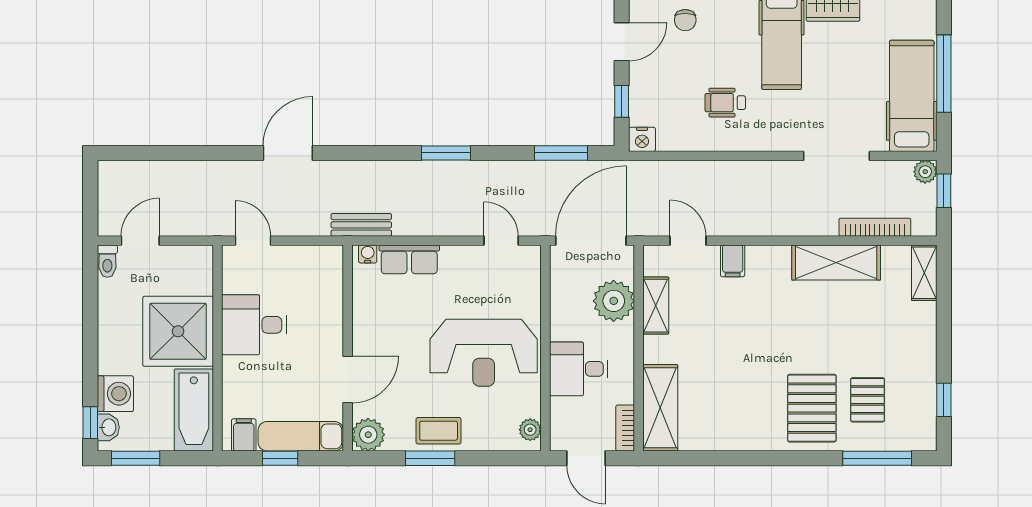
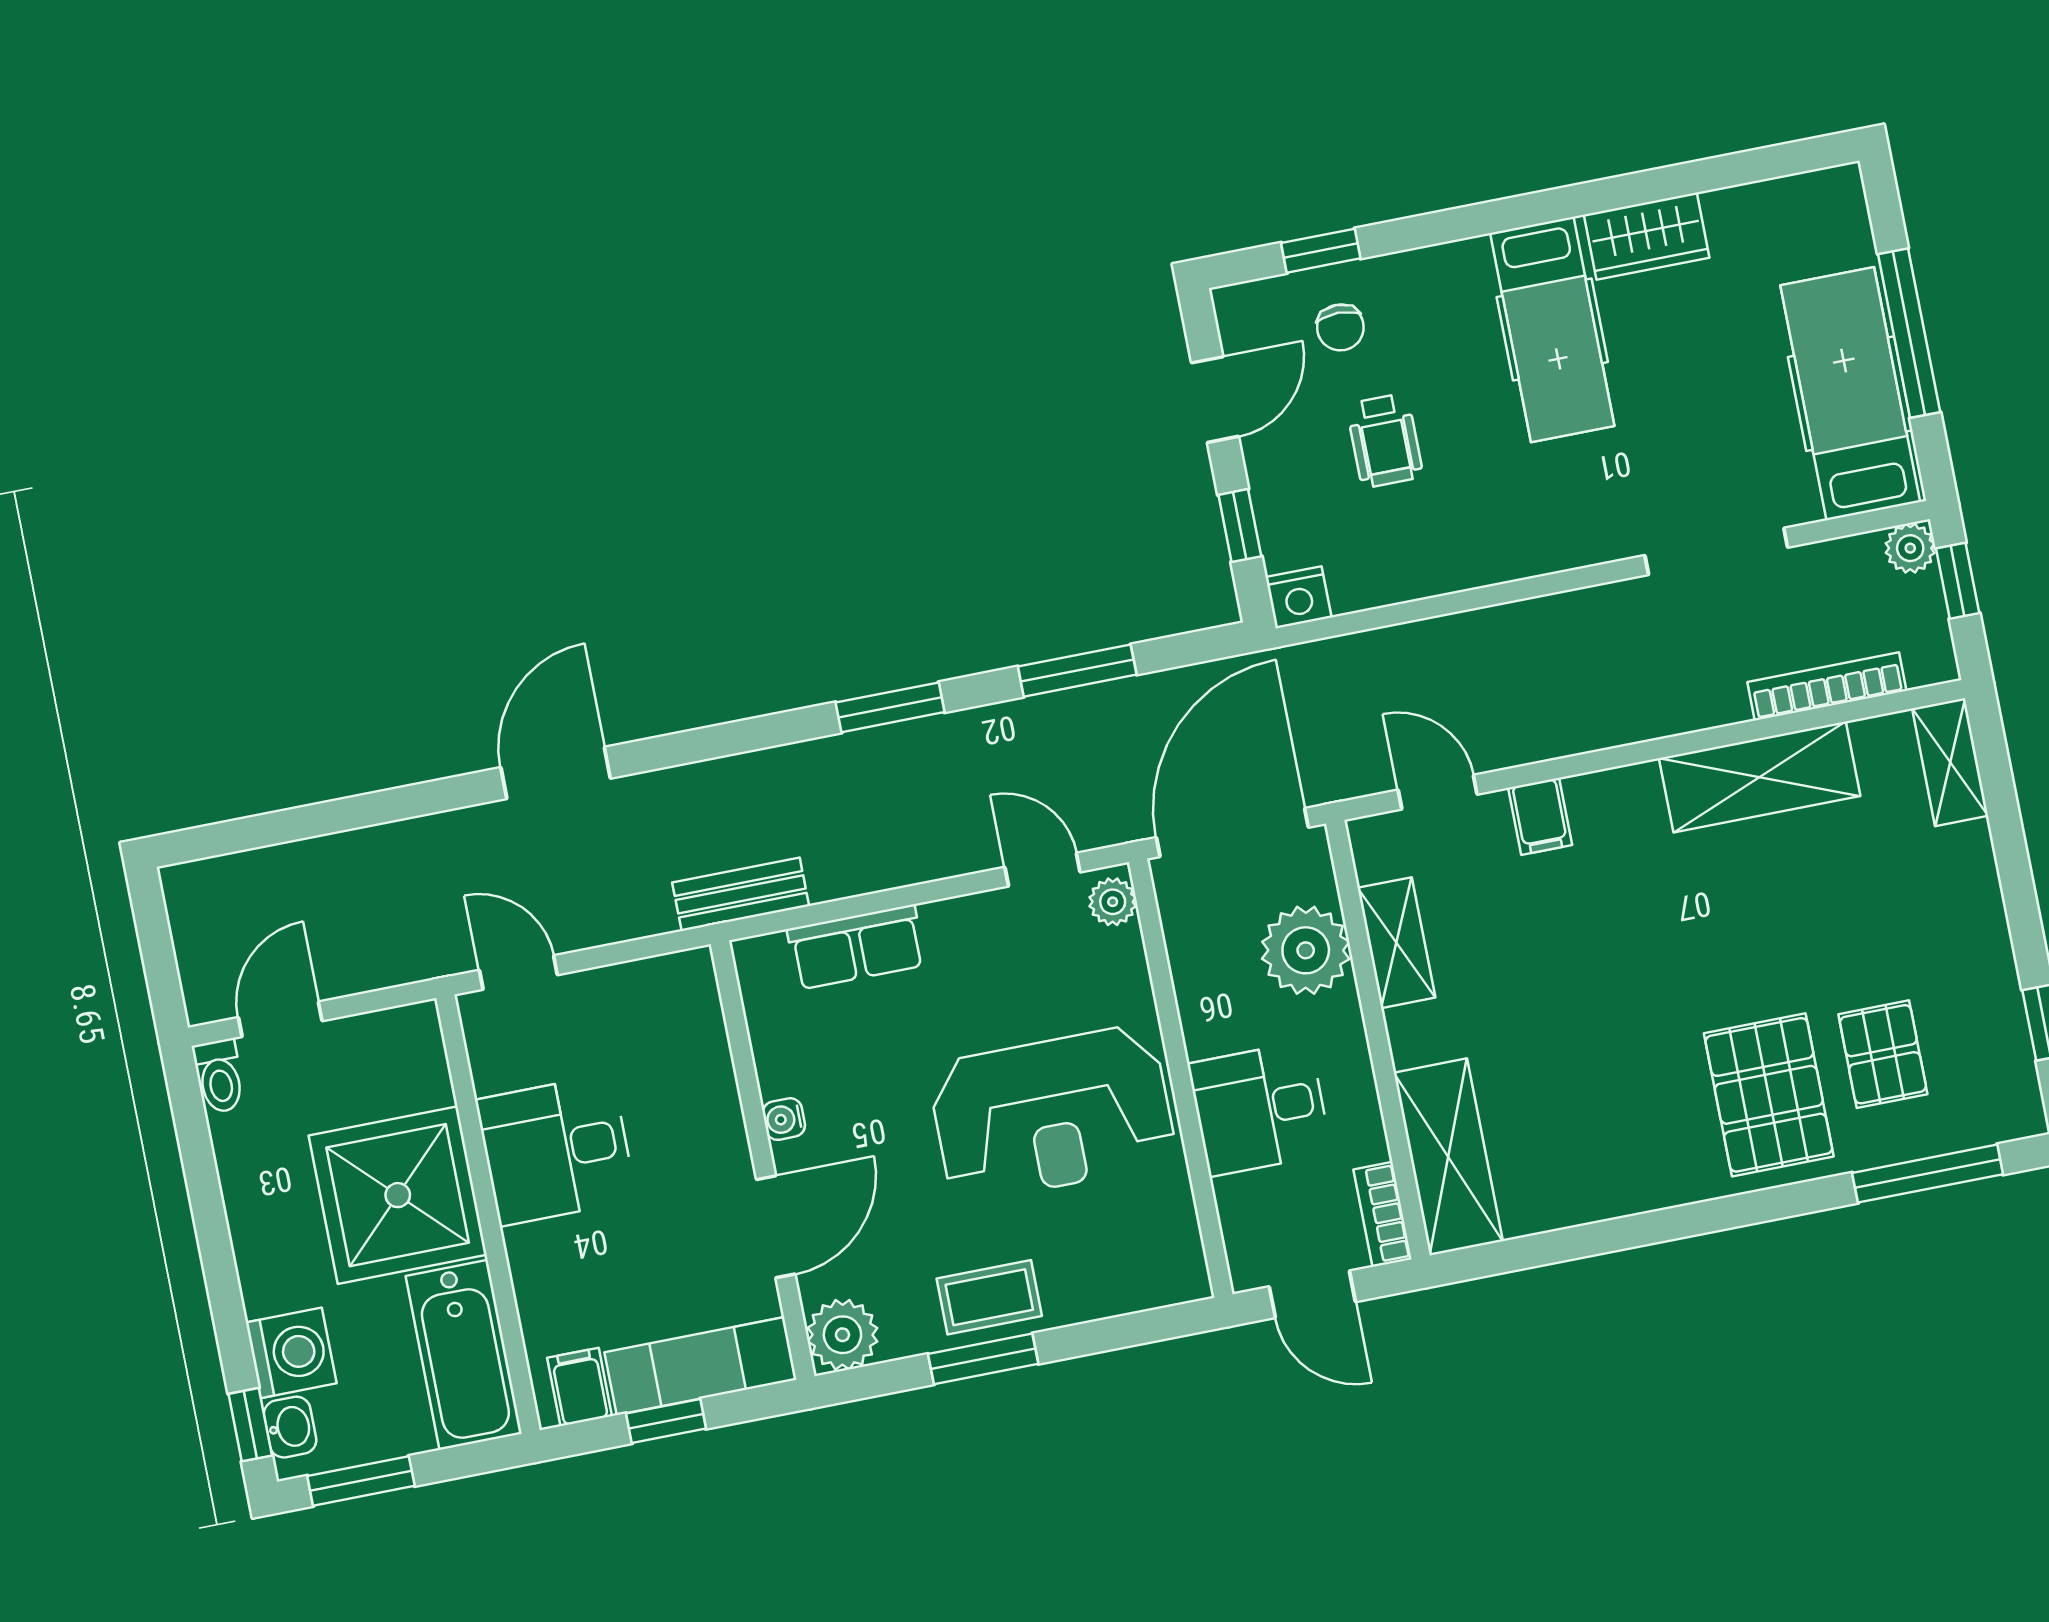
wheelchair: (725, 103) -> (1385, 441), moved, turned -90
window: (561, 153) -> (1077, 671), moved
water cooler: (368, 254) -> (784, 1119), moved, turned -90
plant: (530, 430) -> (1113, 902), moved

